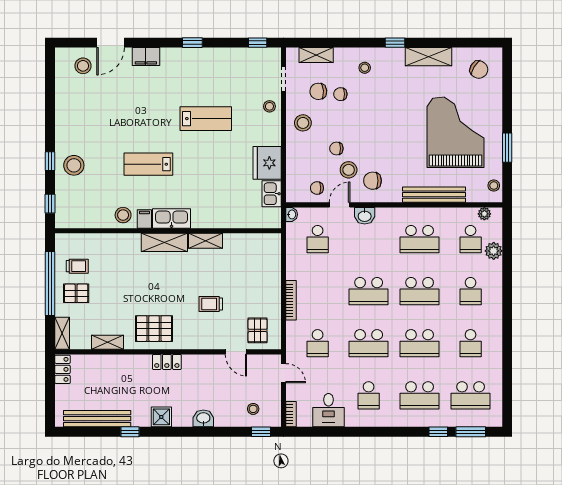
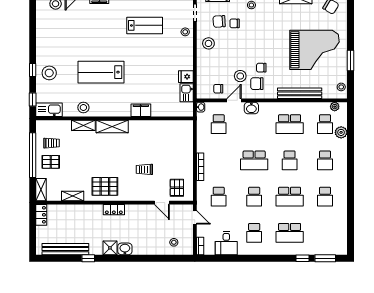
lab bench: (206, 119) -> (145, 25), moved
grand piano: (455, 132) -> (315, 50), turned 90
chair: (336, 148) -> (261, 68), moved
fridge: (267, 163) -> (186, 77), width x0.53, depth x0.75
lab bench: (148, 164) -> (101, 72), width x1.36, depth x1.39
kitchen sink: (172, 218) -> (49, 110), moved
filing cabinet: (144, 219) -> (141, 110), moved, width x2.00
shelving: (206, 241) -> (83, 125), moved
school desk: (420, 291) -> (290, 160), width x0.54
school desk: (369, 343) -> (254, 197), width x0.54
school desk: (471, 395) -> (325, 233), removed
washbasin: (203, 418) -> (125, 249), moved
window: (261, 432) -> (179, 258), removed

